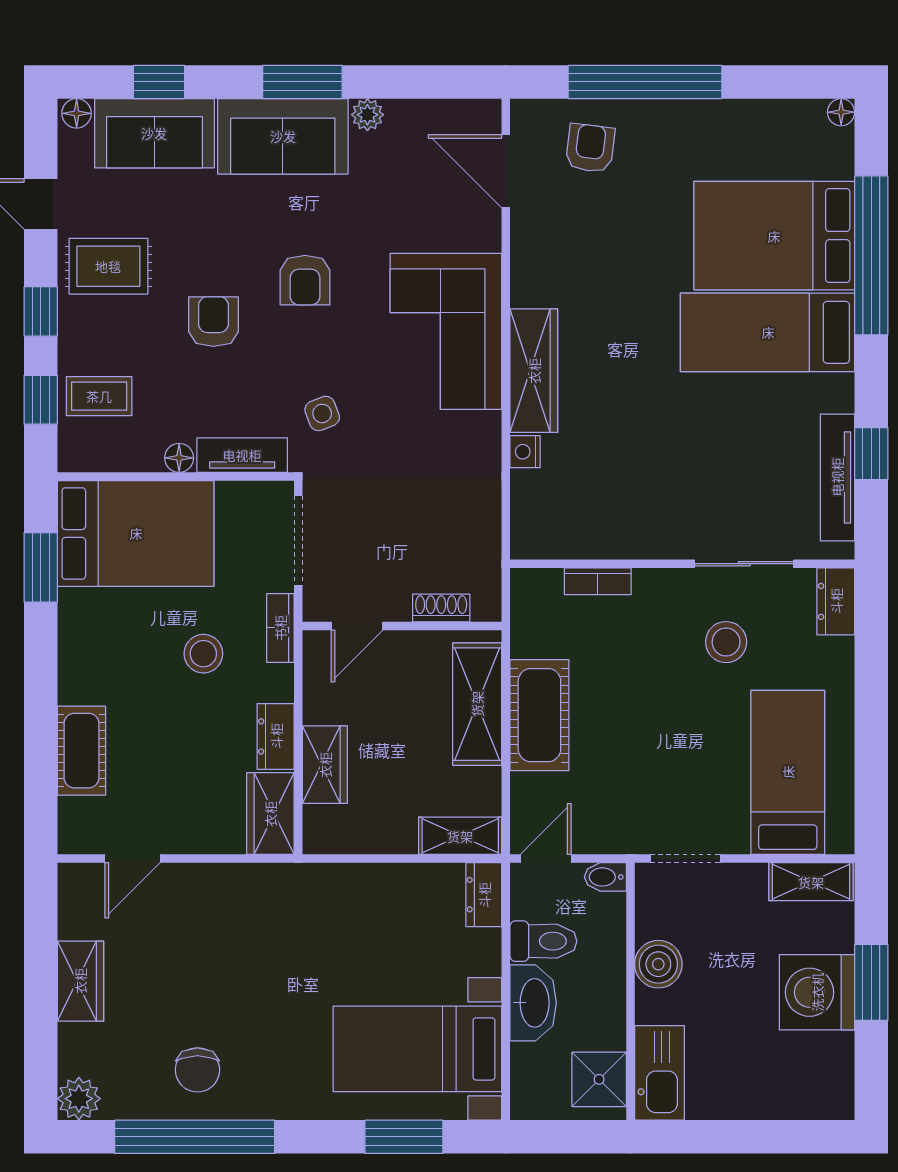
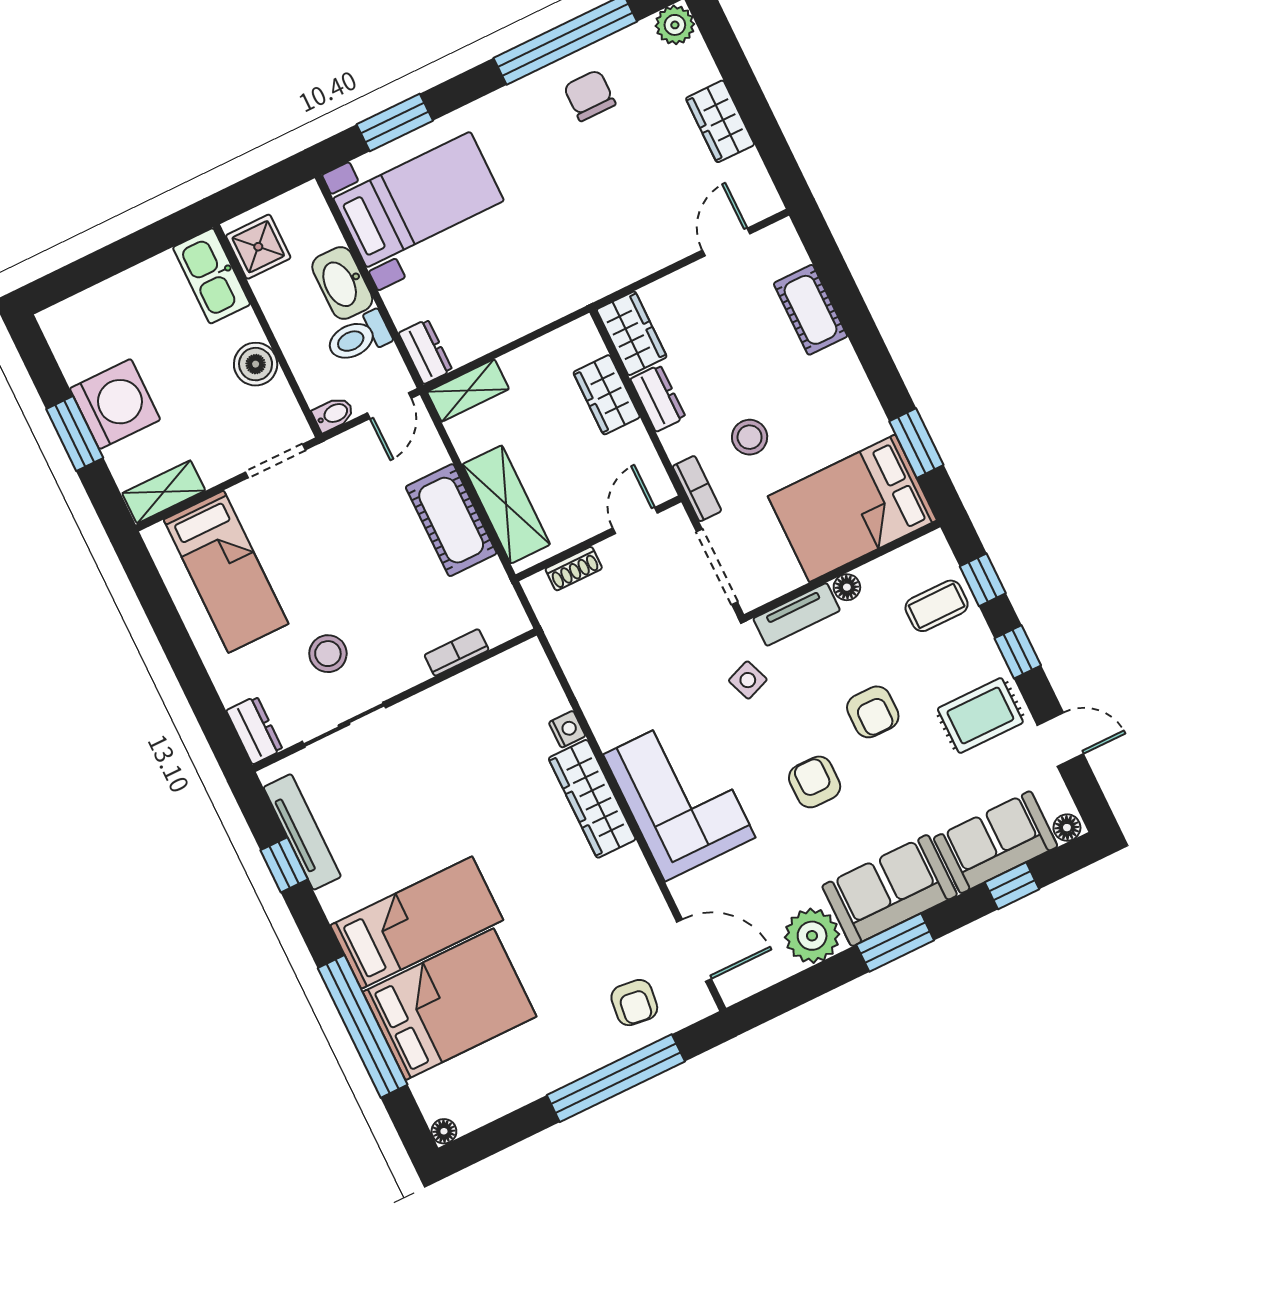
plant: (367, 115) -> (812, 936), width x1.88, depth x1.88

